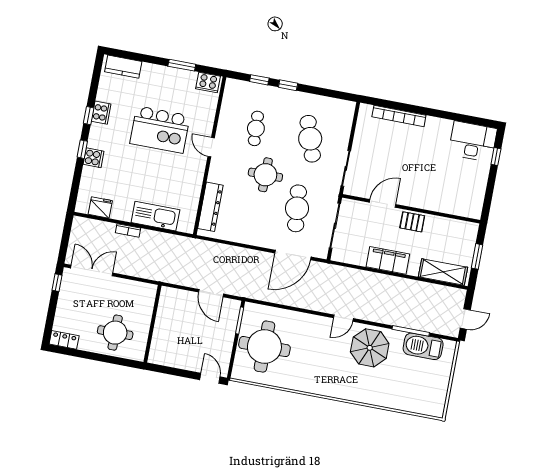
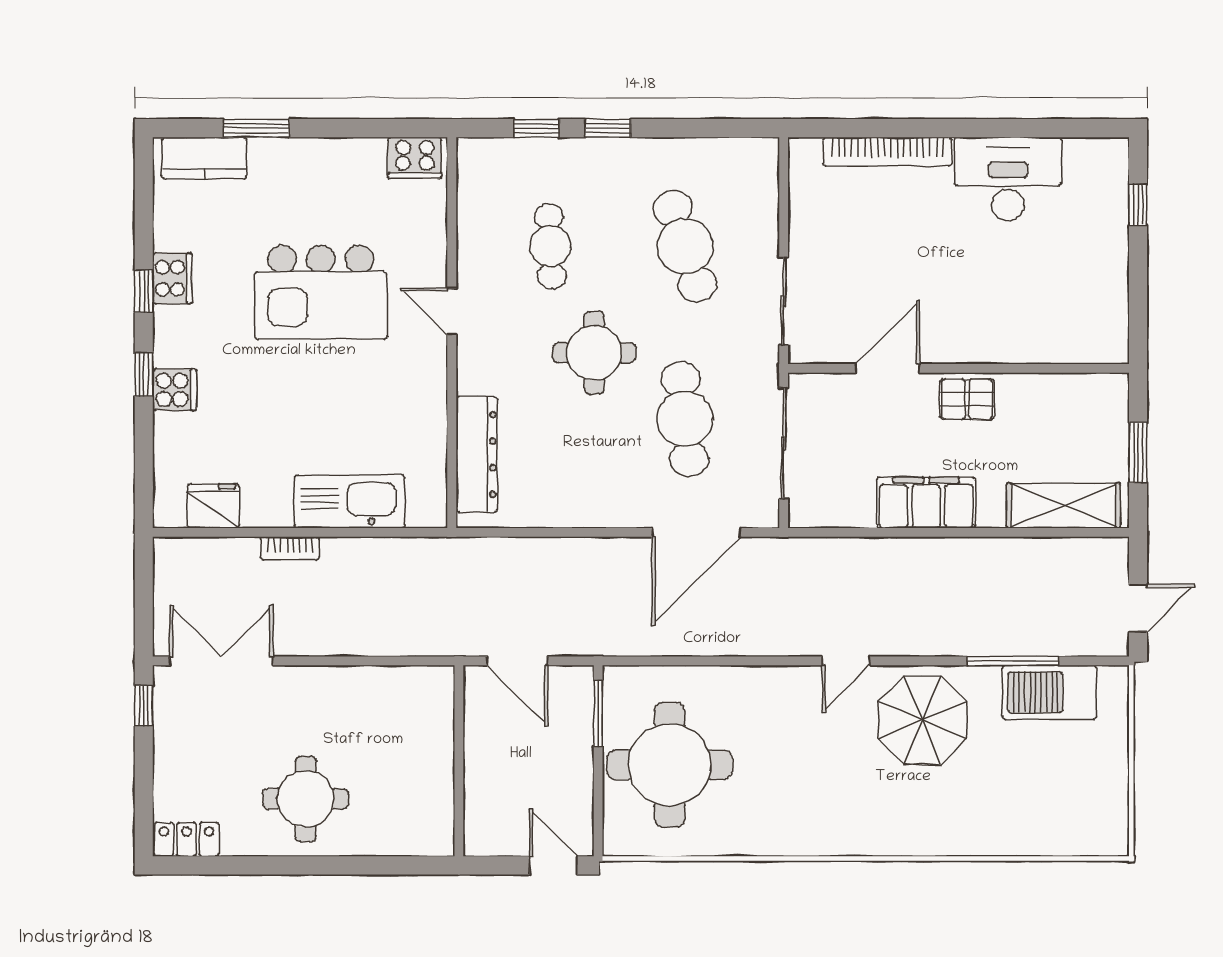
window: (182, 65) -> (256, 128), moved
desk: (473, 141) -> (1008, 179), moved
wall: (153, 324) -> (459, 761), moved

